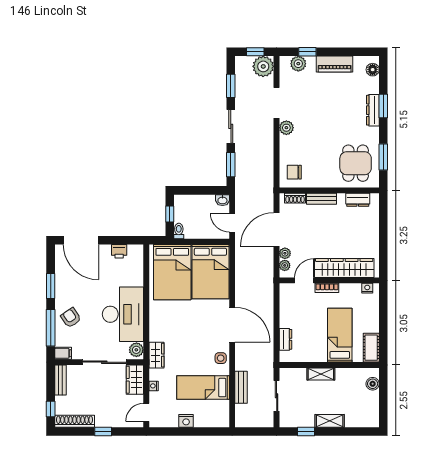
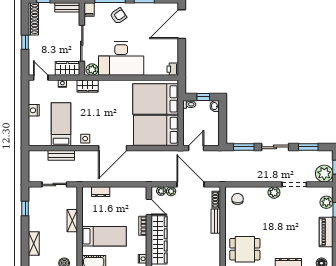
washbasin: (222, 200) -> (215, 106), moved
dresser: (358, 200) -> (215, 251), removed
printer: (119, 251) -> (173, 69), moved
shelving: (330, 421) -> (34, 244), moved

